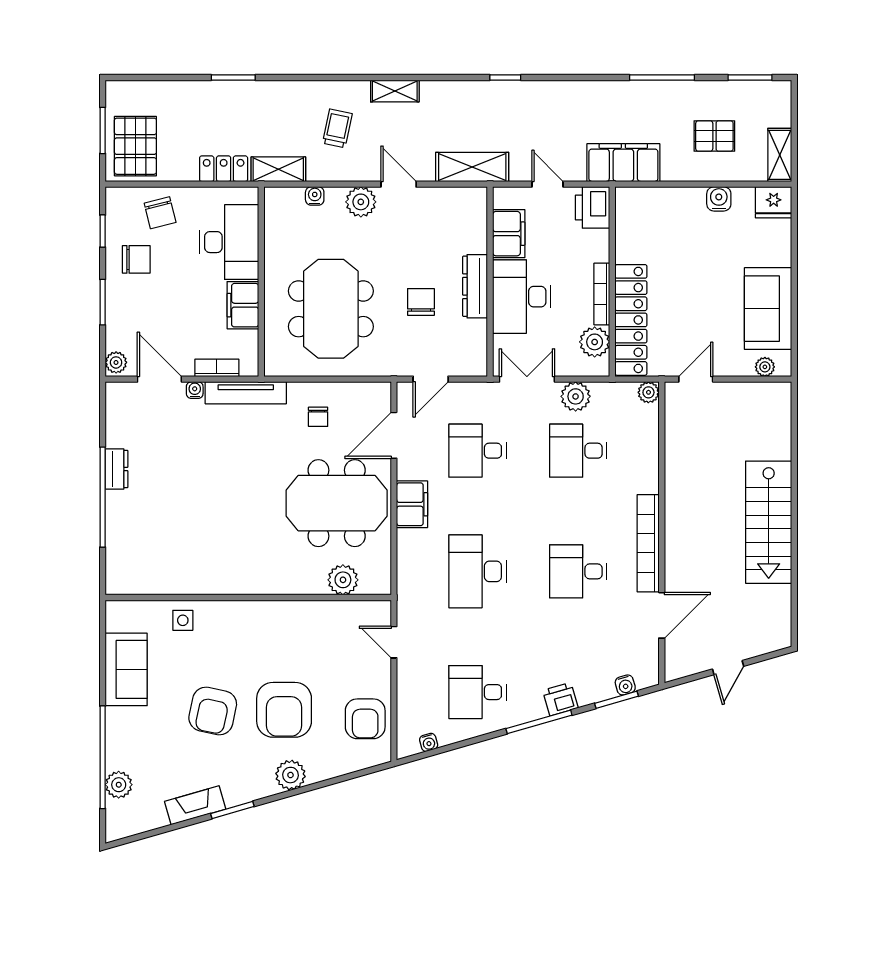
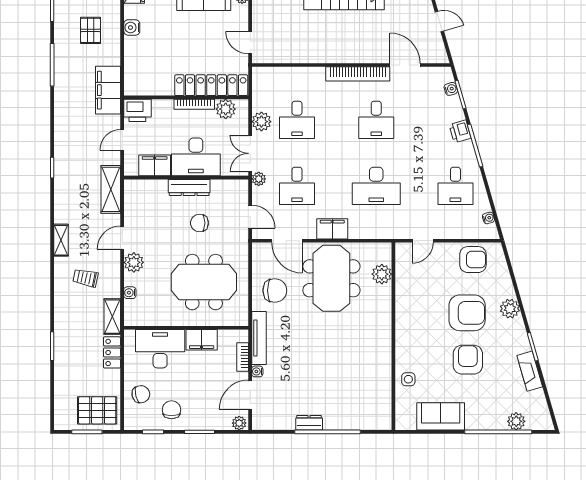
plant: (648, 392) -> (259, 179), moved
chair: (318, 417) -> (275, 290), width x1.87, depth x1.87
armchair: (213, 711) -> (468, 360), turned -102

